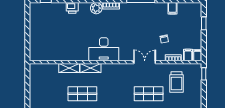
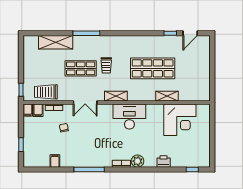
corner desk: (57, 46) -> (180, 120), added
shelving: (90, 68) -> (116, 96), moved
trolley: (177, 82) -> (46, 92), moved, turned -90
shop shelf: (82, 94) -> (153, 68), width x1.43, depth x1.36
trolley: (125, 96) -> (106, 65), added

